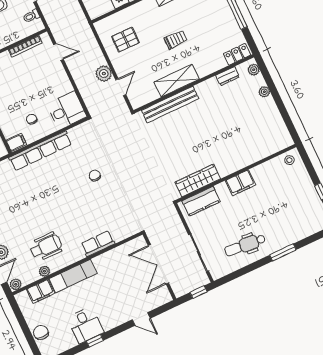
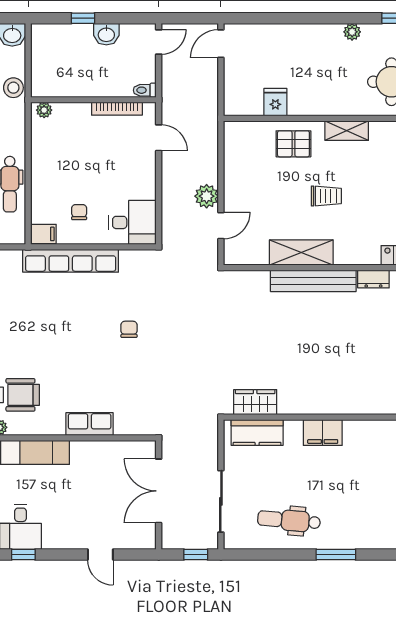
toilet: (31, 16) -> (145, 90), moved
pallet: (125, 40) -> (293, 144), moved
bench: (170, 105) -> (313, 281), moved
wardrobe: (198, 181) -> (255, 402), width x0.67

